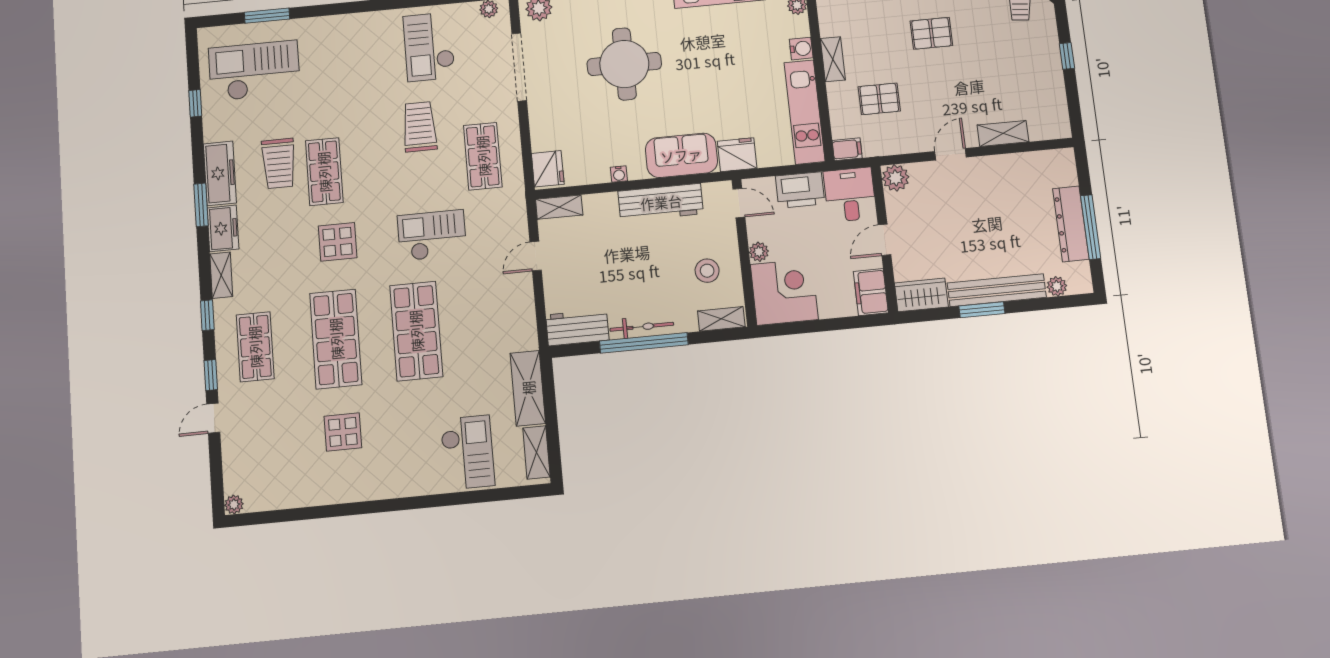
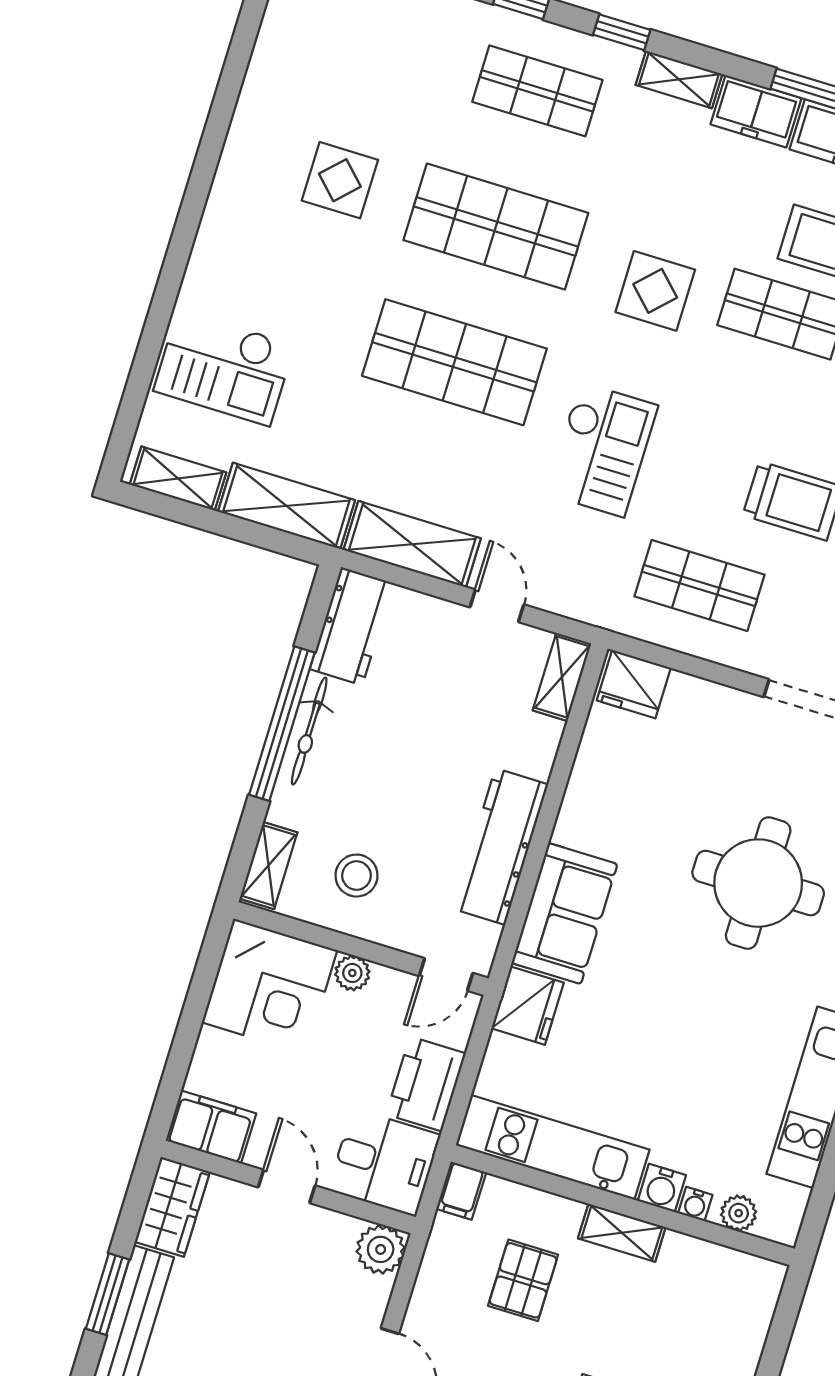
water cooler: (619, 174) -> (695, 1204), moved, turned -90
shelving: (521, 314) -> (412, 544), added

